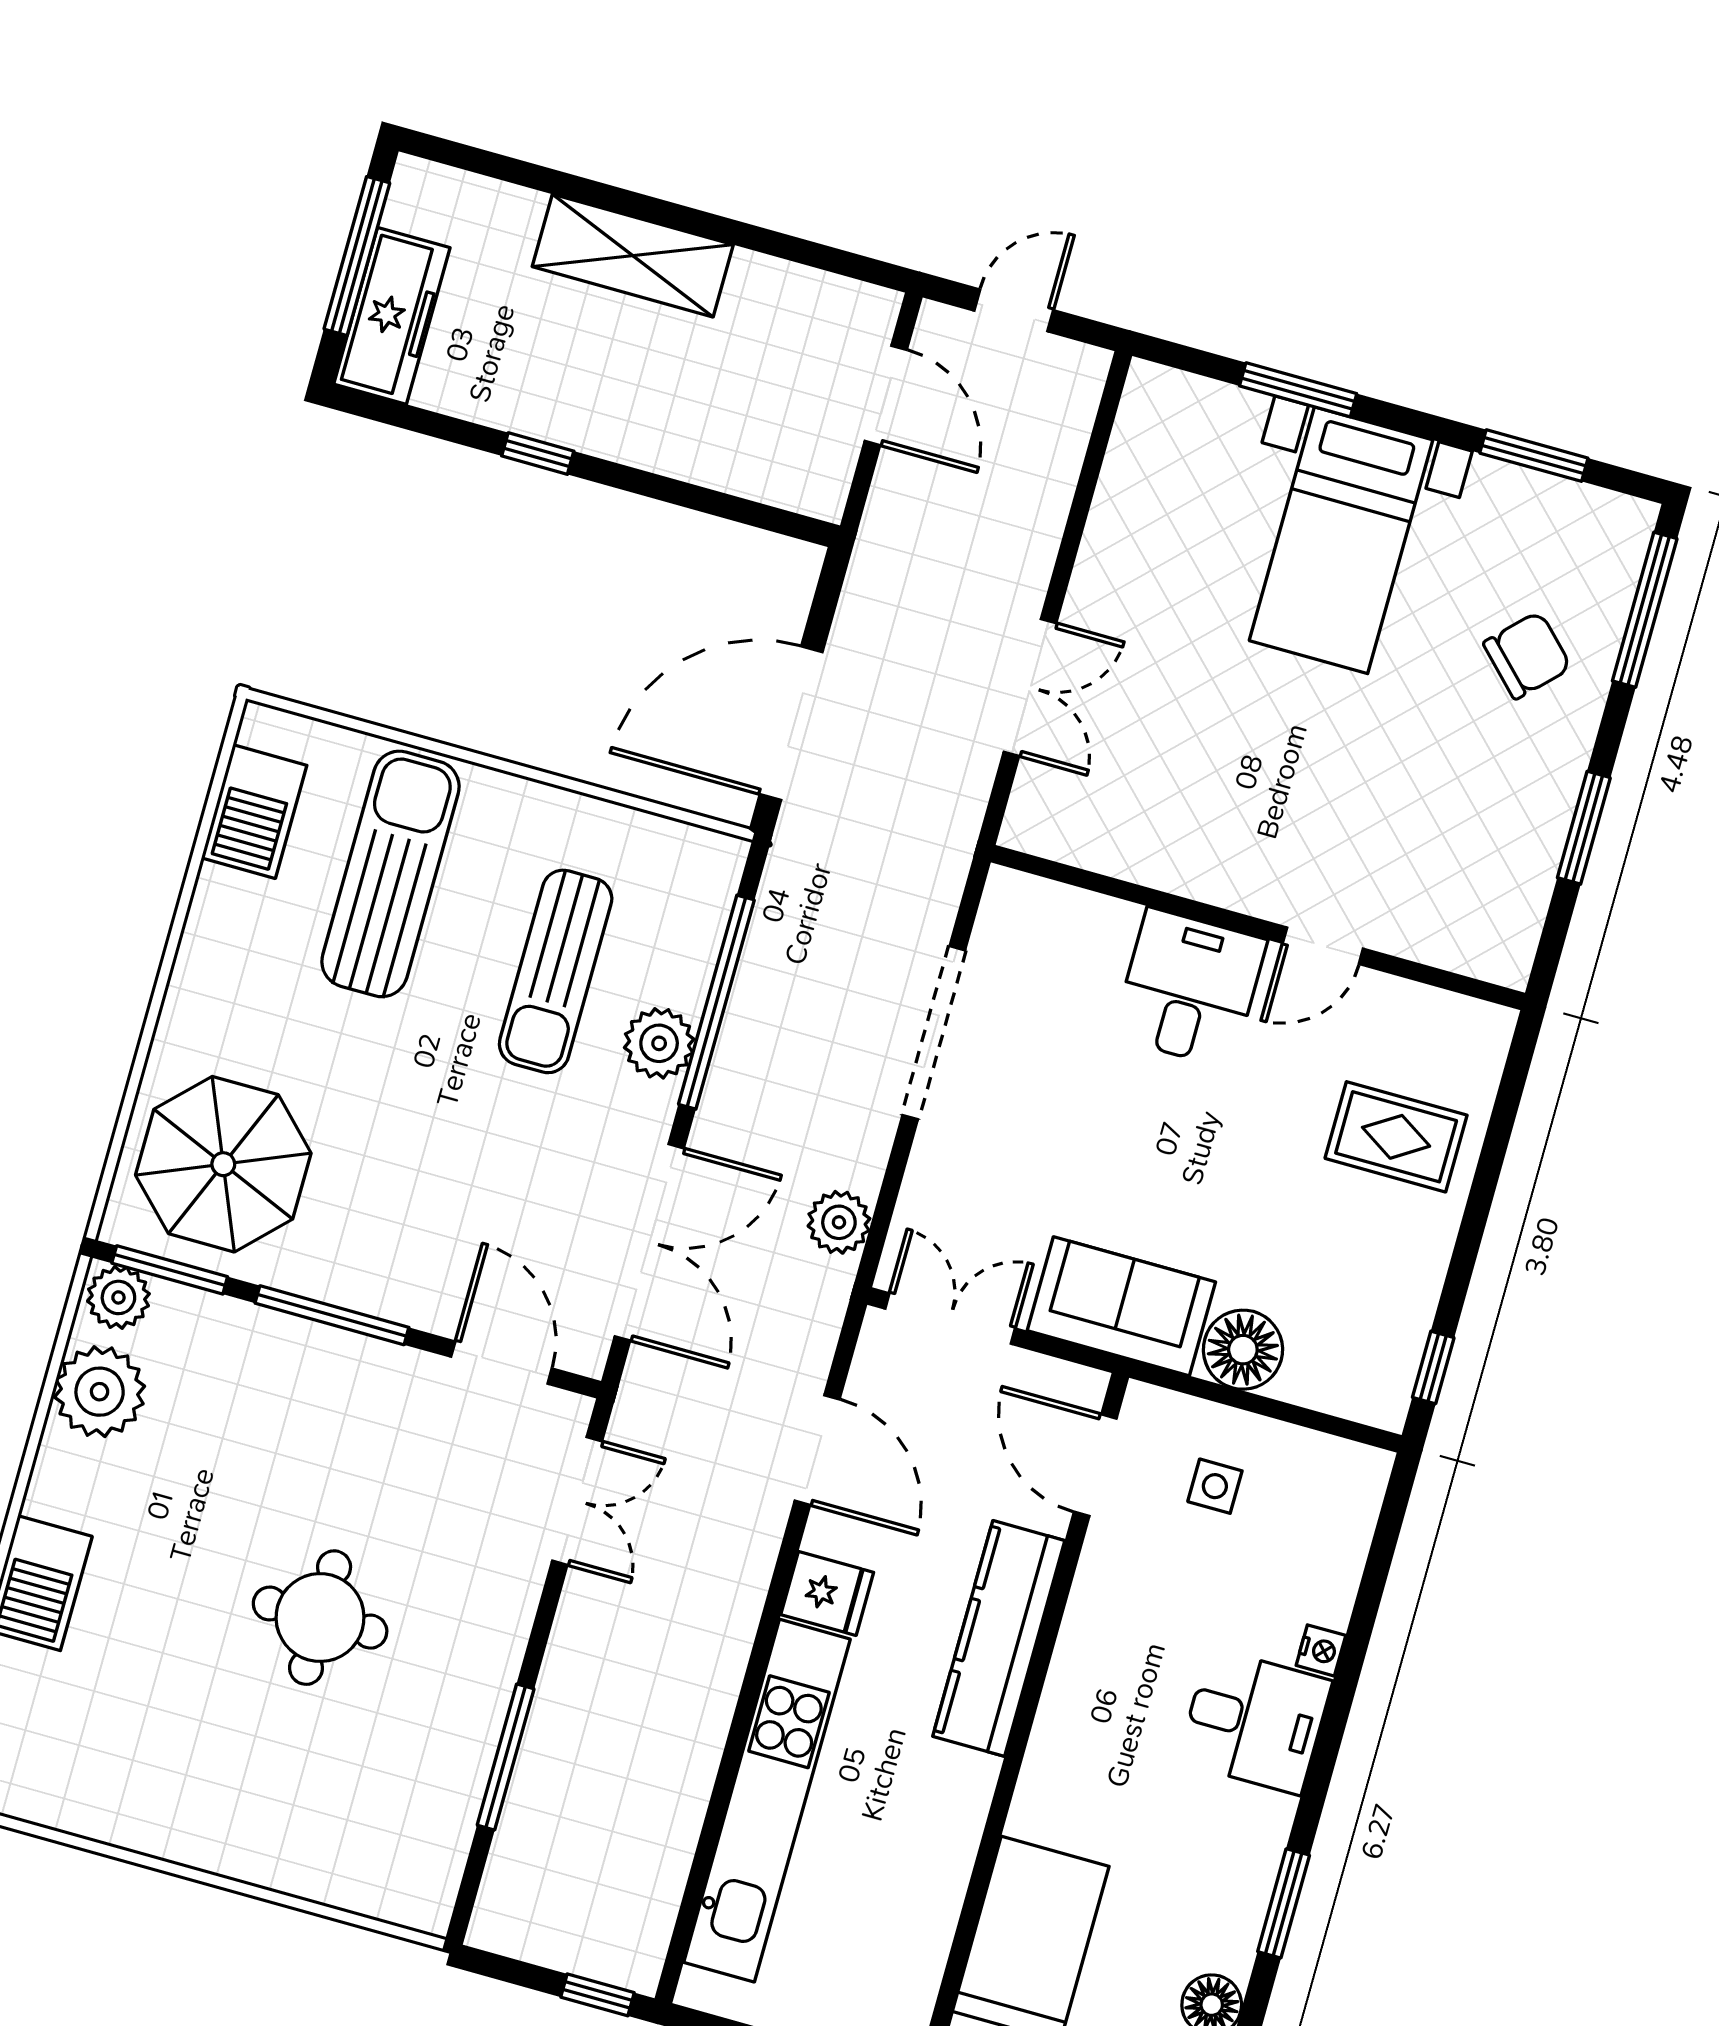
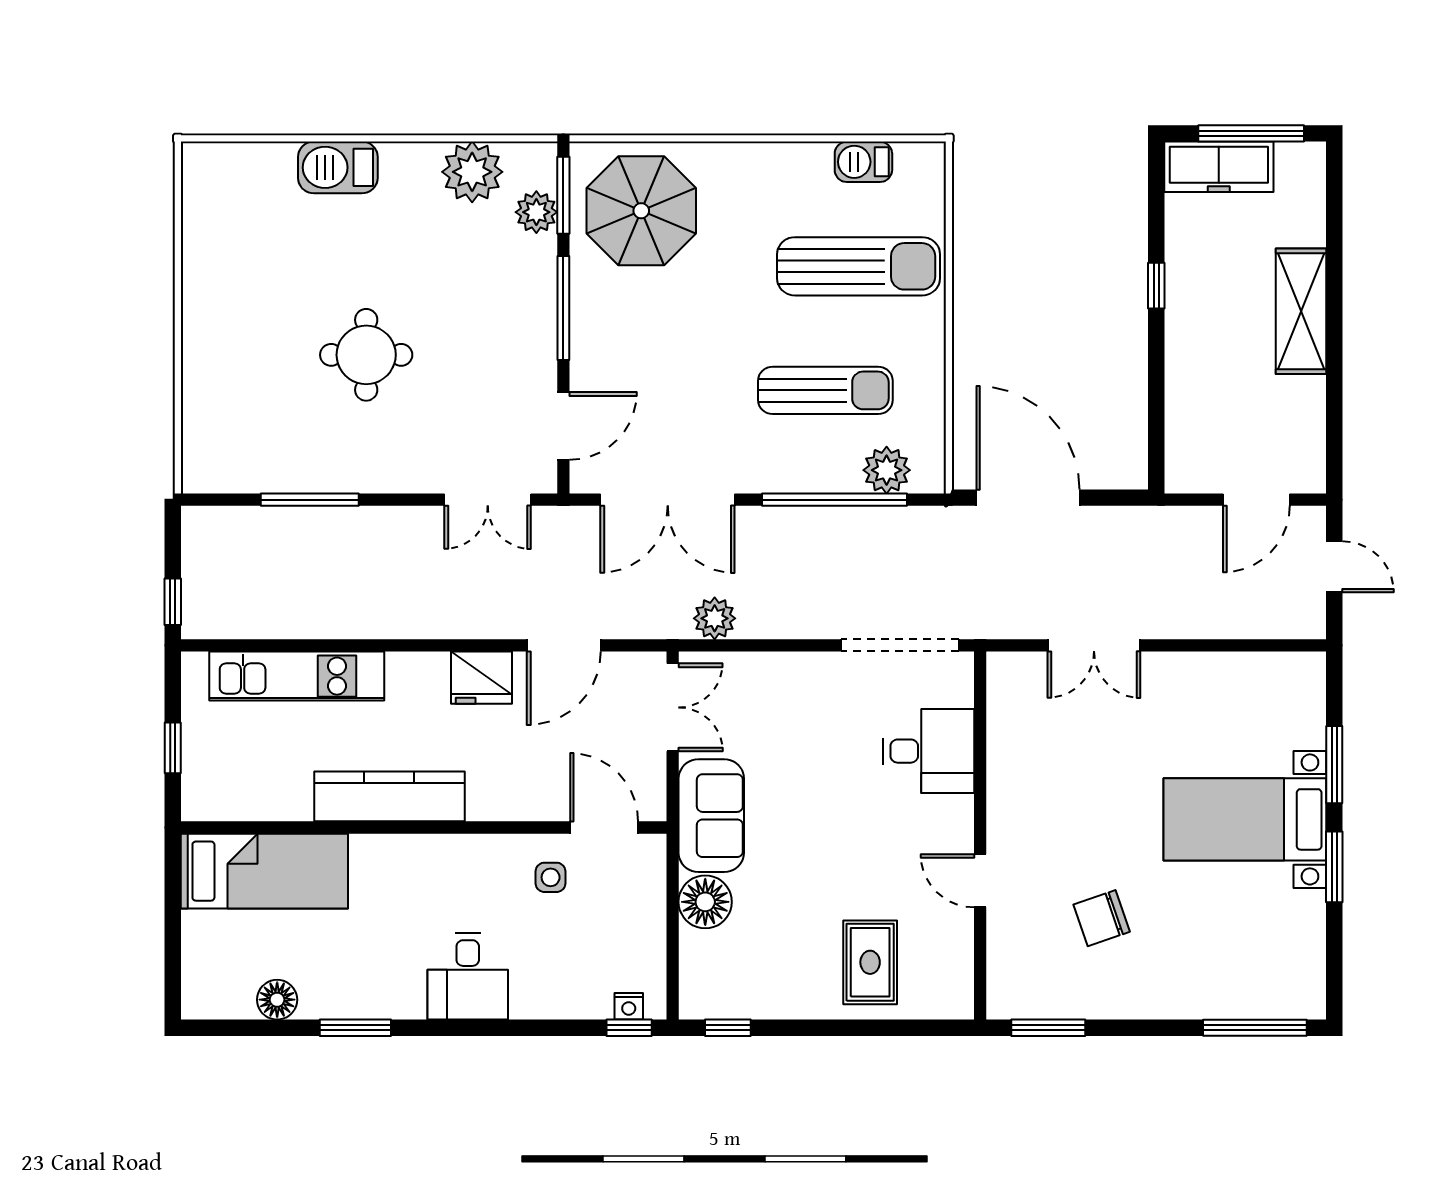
window: (1534, 456) -> (1334, 867), moved
chair: (1527, 655) -> (1102, 918), moved, turned 116
barbecue: (254, 812) -> (863, 162), width x0.73, depth x0.79
window: (1584, 828) -> (1048, 1028), moved
sun lounger: (556, 971) -> (825, 390), turned 180
desk: (1189, 988) -> (929, 751), moved
doorway: (934, 1033) -> (900, 645), moved
plant: (659, 1043) -> (887, 470), moved
plant: (118, 1297) -> (536, 212), moved
door: (1095, 1465) -> (604, 827), hinge flipped
side table: (1215, 1486) -> (551, 877), moved
window: (1393, 1510) -> (629, 1028), added
fridge: (827, 1593) -> (482, 678), width x1.38
kitchen counter: (999, 1638) -> (389, 796), moved
nightstand: (1321, 1650) -> (629, 1006), moved
kitchen unit: (767, 1801) -> (297, 676), width x0.73

